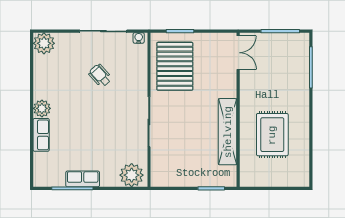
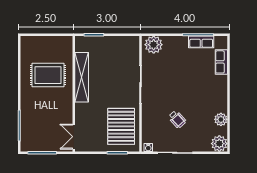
plant: (42, 108) -> (221, 119), moved
row of seats: (41, 135) -> (221, 62), moved
rug: (272, 135) -> (48, 75), turned 90
row of seats: (83, 179) -> (201, 42), moved

